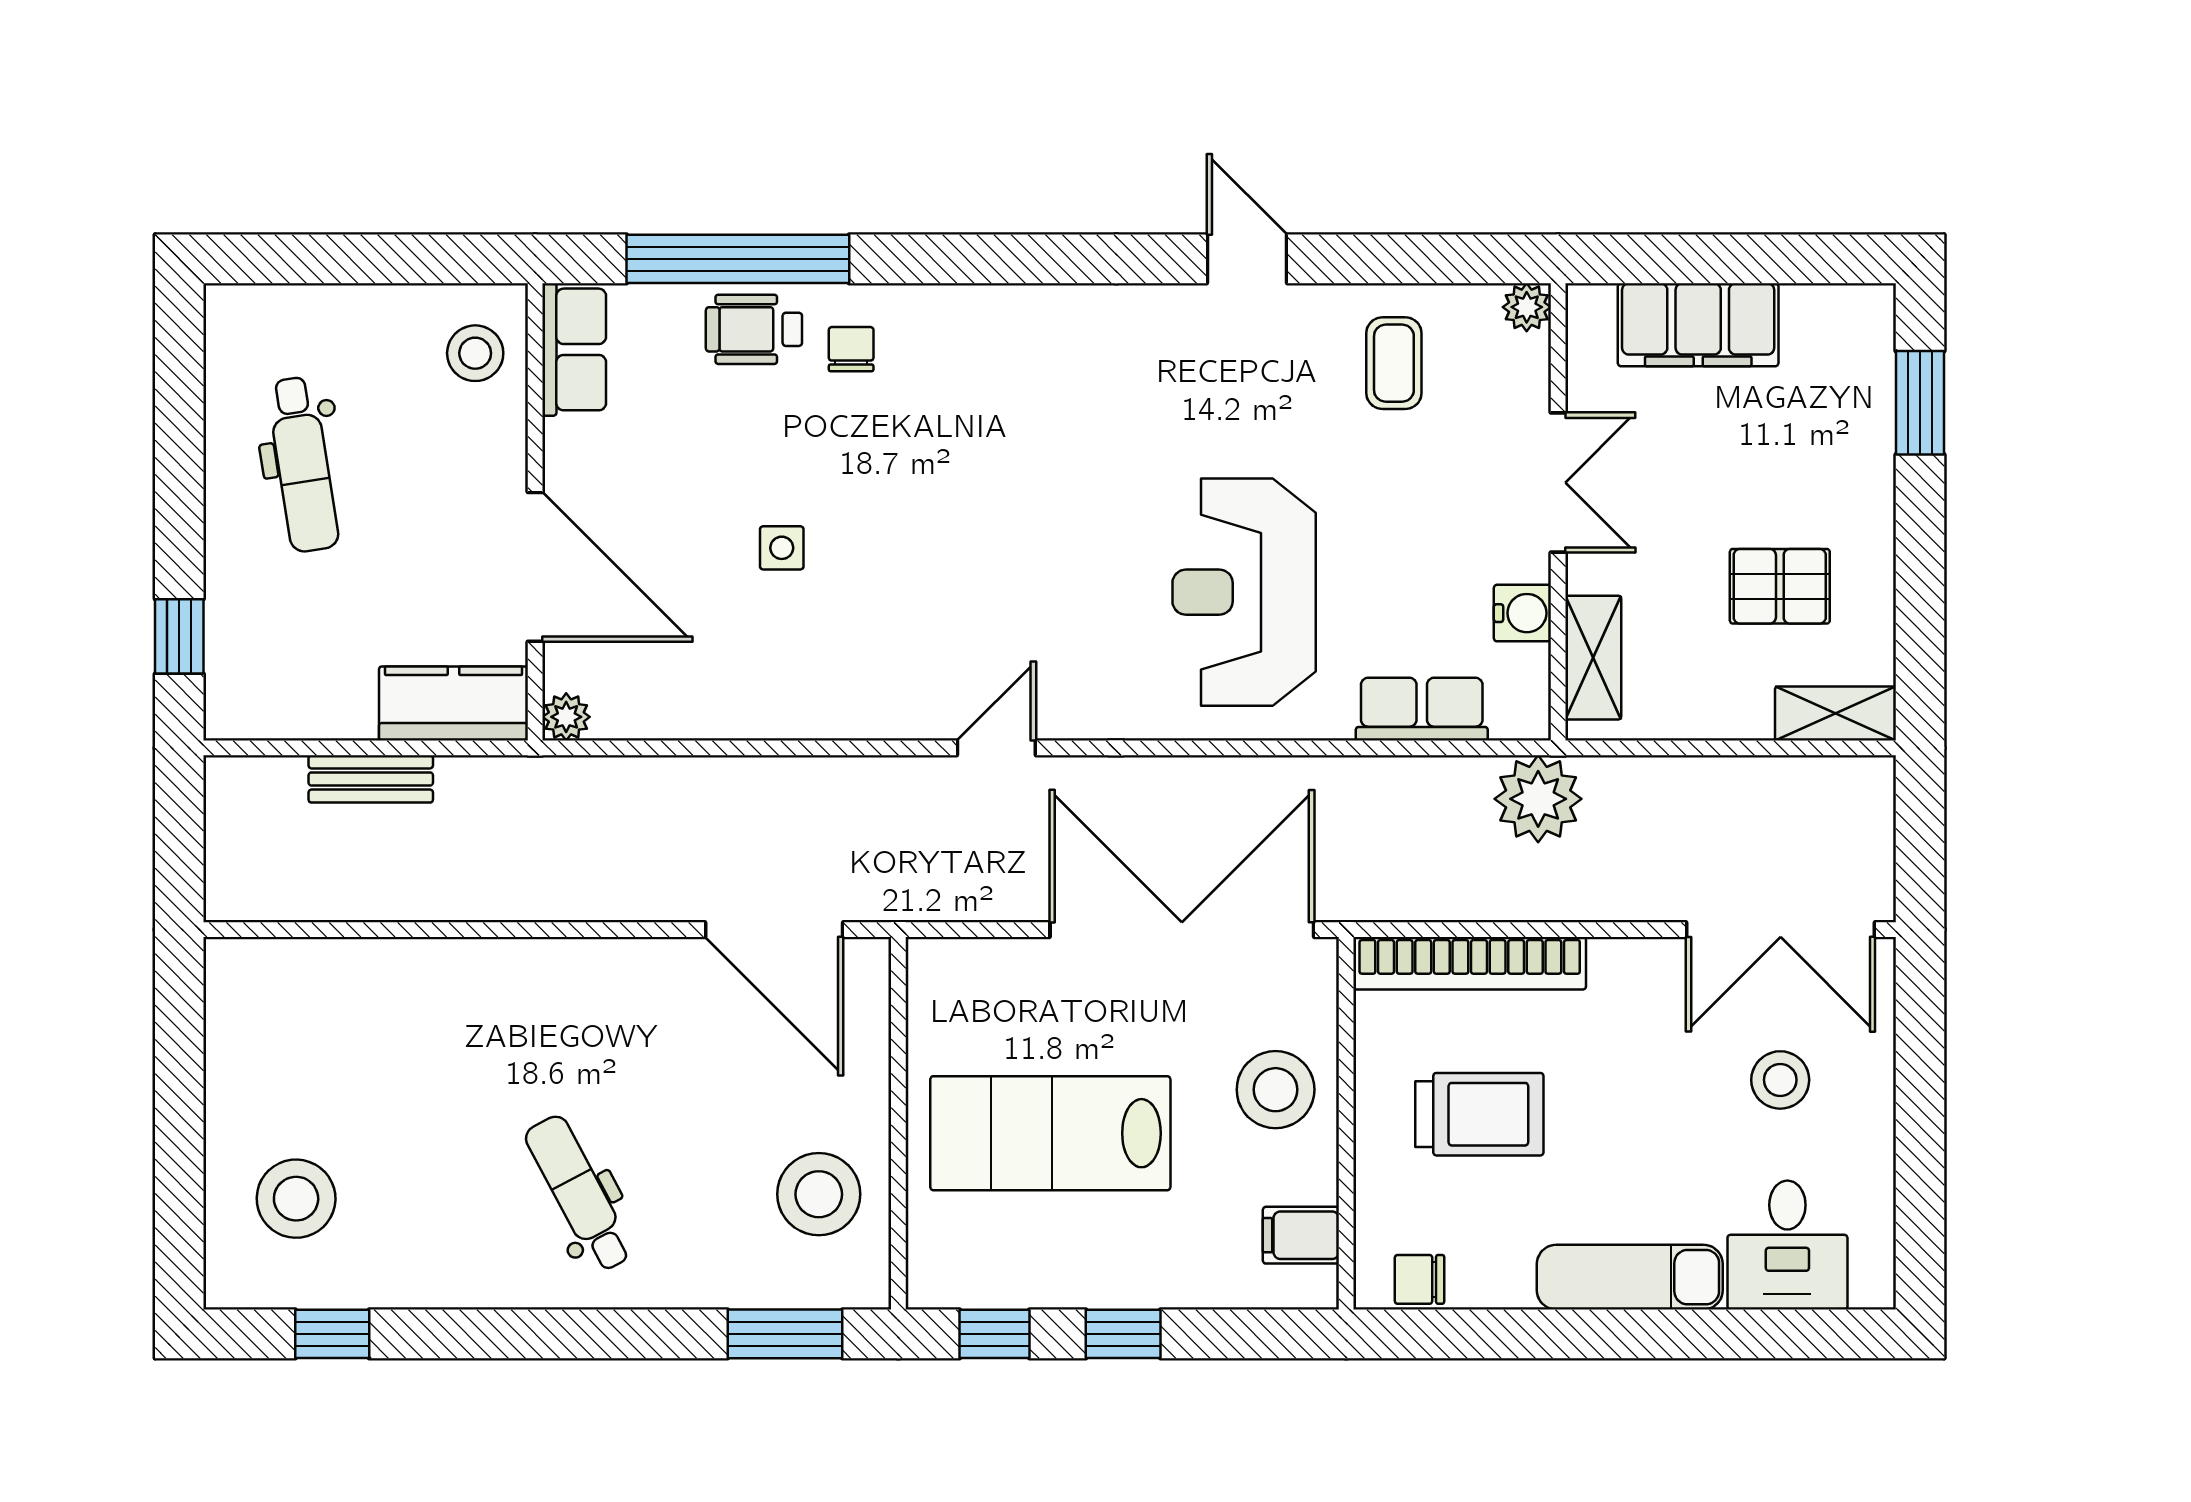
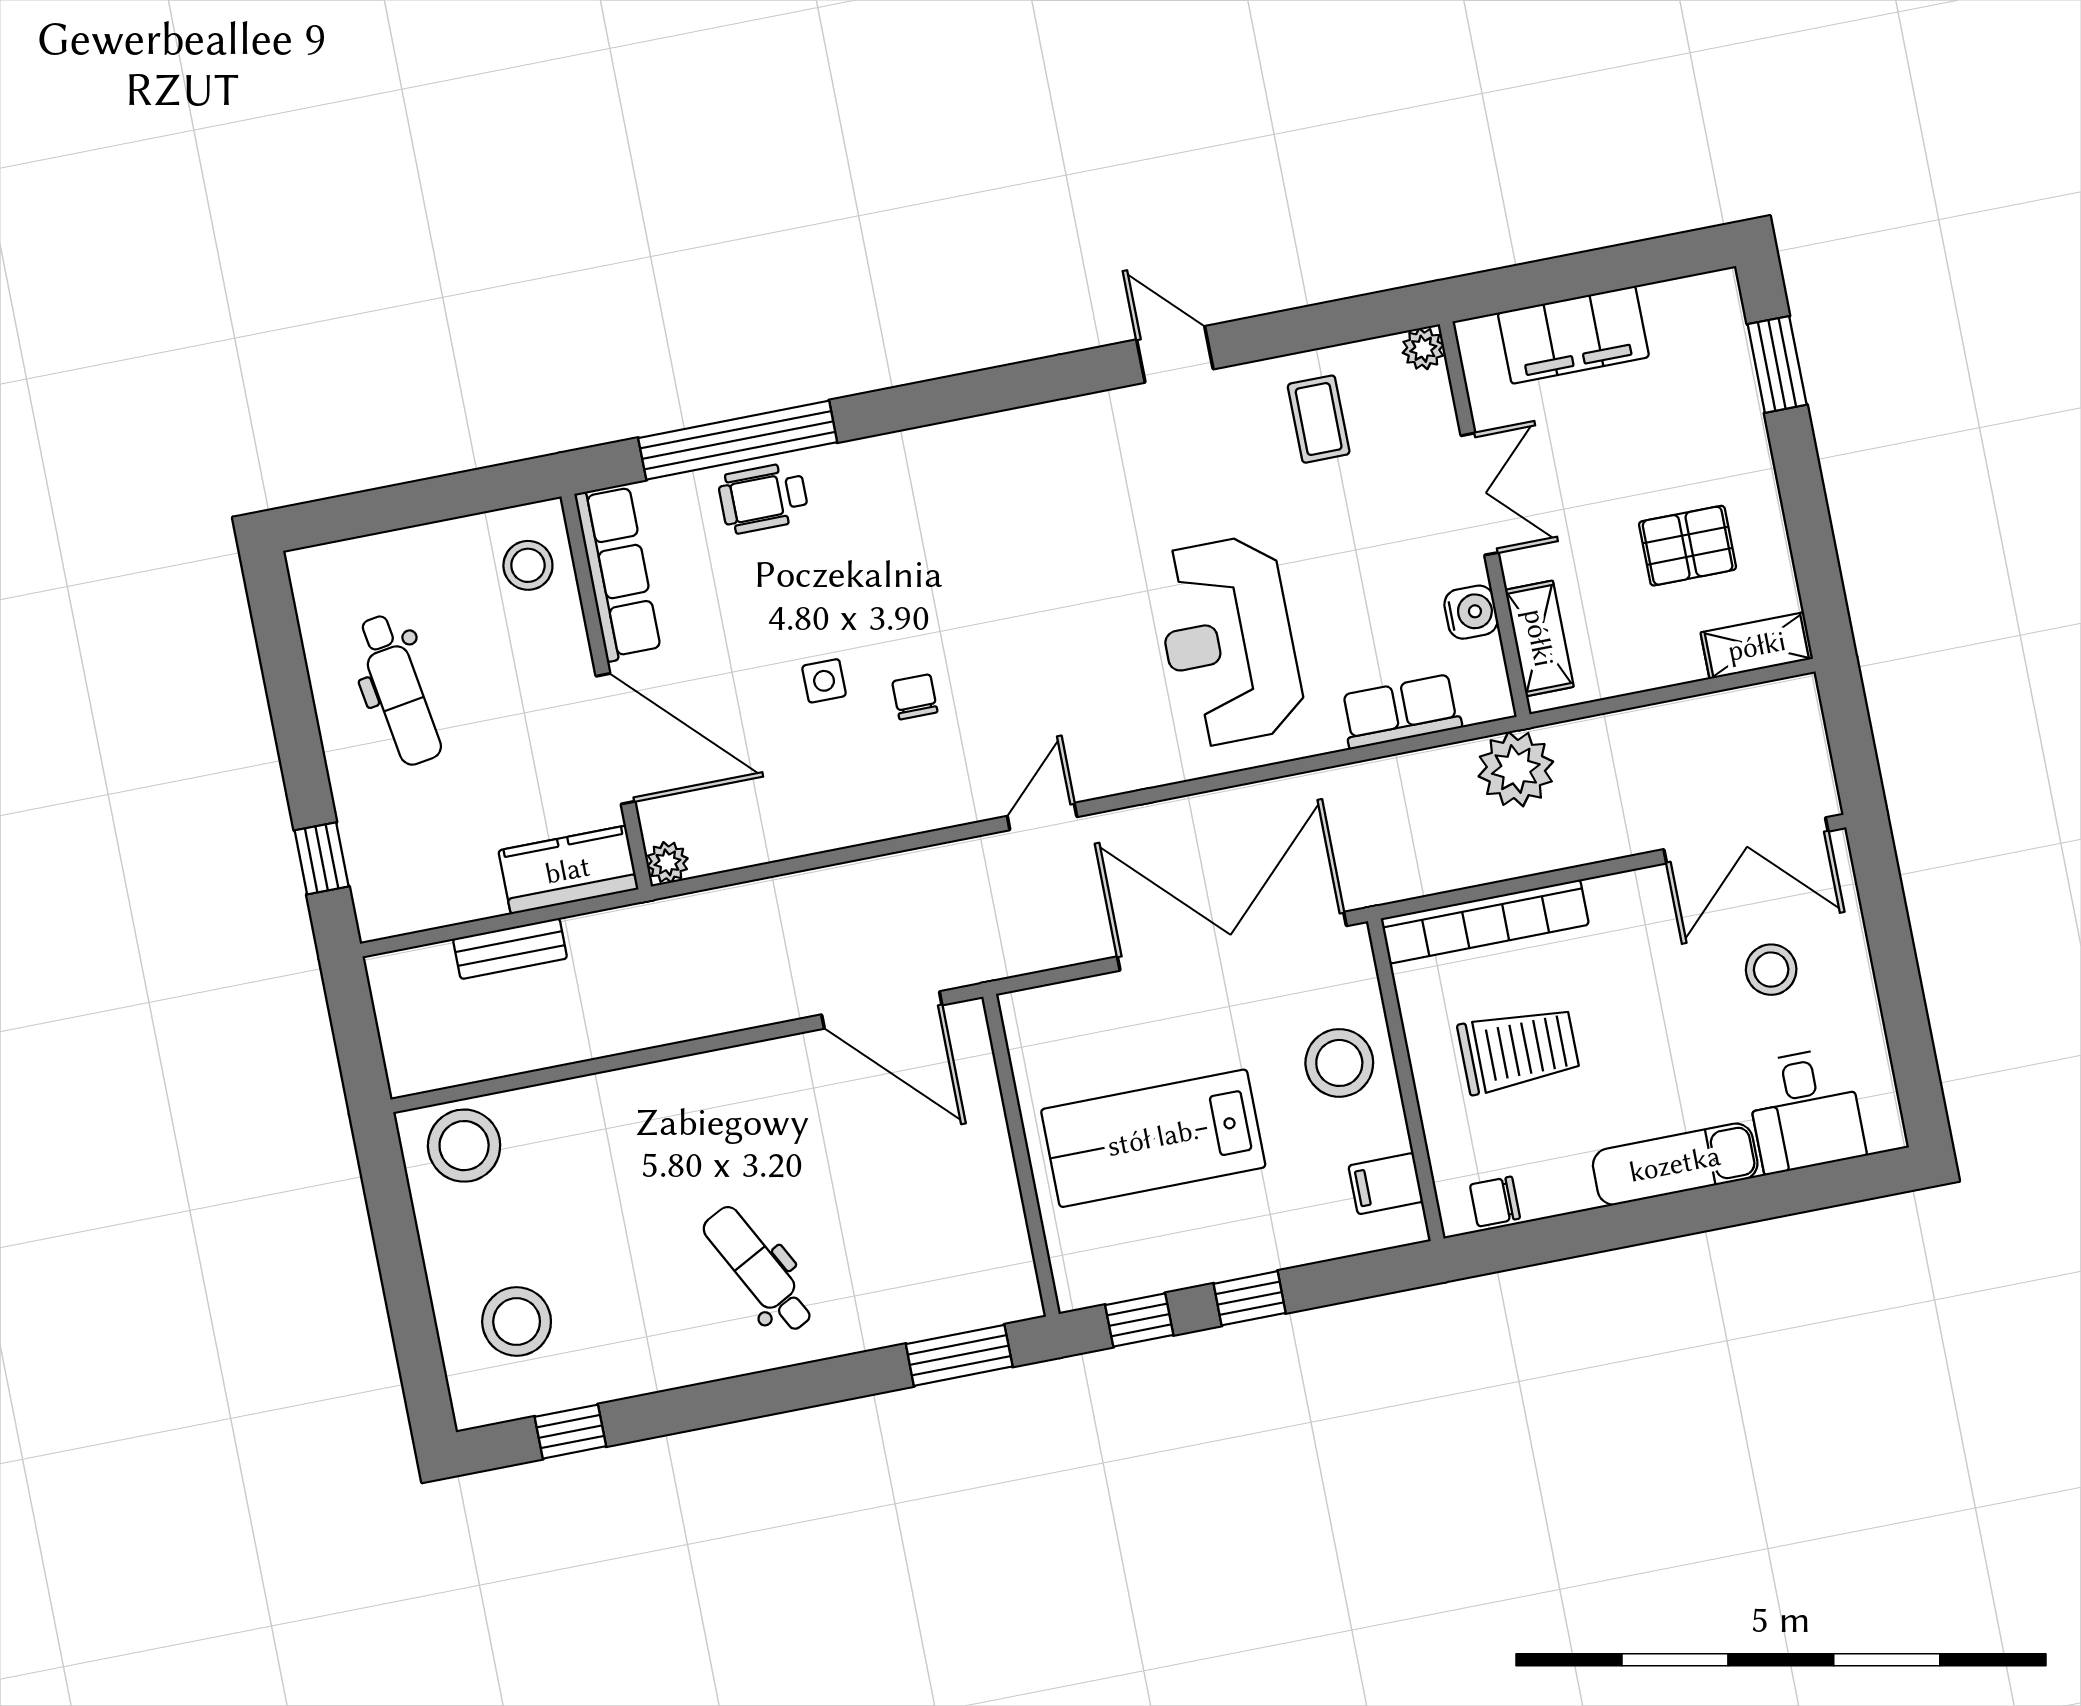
row of seats: (574, 349) -> (618, 573), width x1.48
chair: (851, 349) -> (915, 697), moved
stool: (819, 1194) -> (464, 1146), moved

